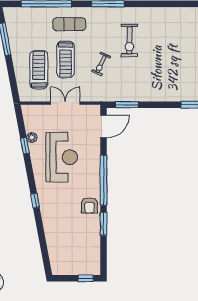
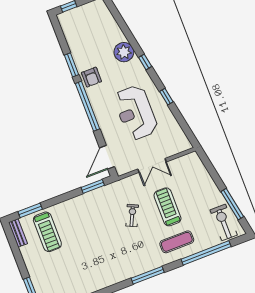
exercise bike: (129, 40) -> (224, 222), moved
treadmill: (39, 70) -> (47, 232), moved
plant: (32, 138) -> (124, 52), moved, width x1.88, depth x1.88
window: (25, 146) -> (166, 97), moved
armchair: (90, 205) -> (91, 77), turned 180

